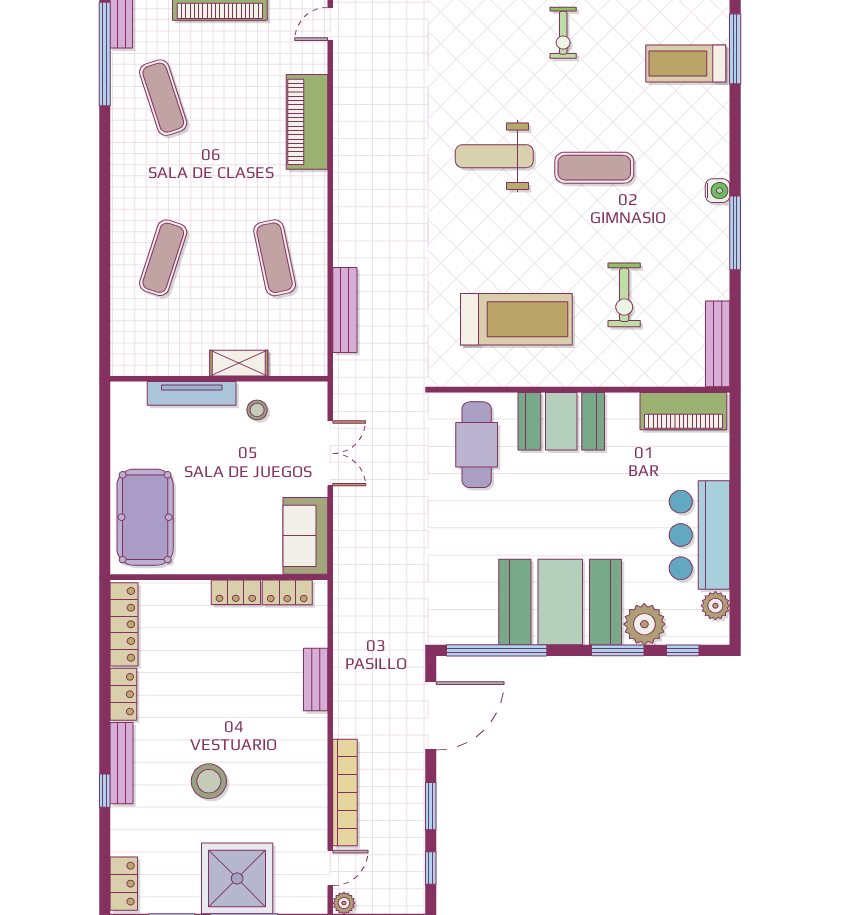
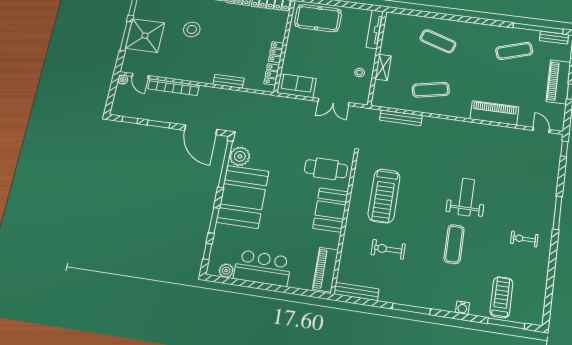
water cooler: (718, 191) -> (462, 308), moved
tv unit: (192, 393) -> (375, 29), moved
plant: (644, 624) -> (240, 156), moved

